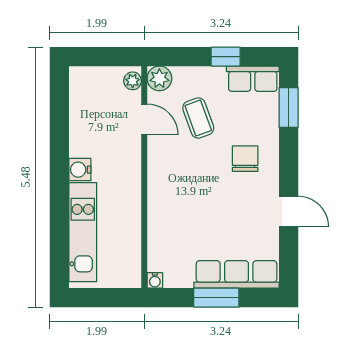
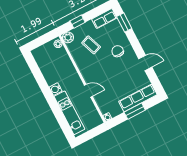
window: (226, 57) -> (78, 22), moved
door: (144, 119) -> (88, 91), moved

